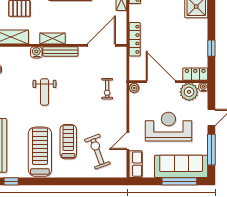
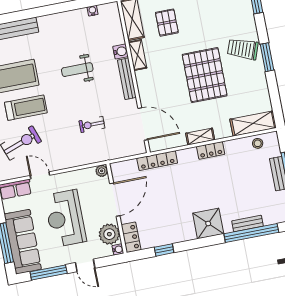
shelving: (53, 38) -> (138, 55), moved
exercise bike: (107, 89) -> (92, 125), moved
reception desk: (168, 127) -> (65, 218), turned 180

